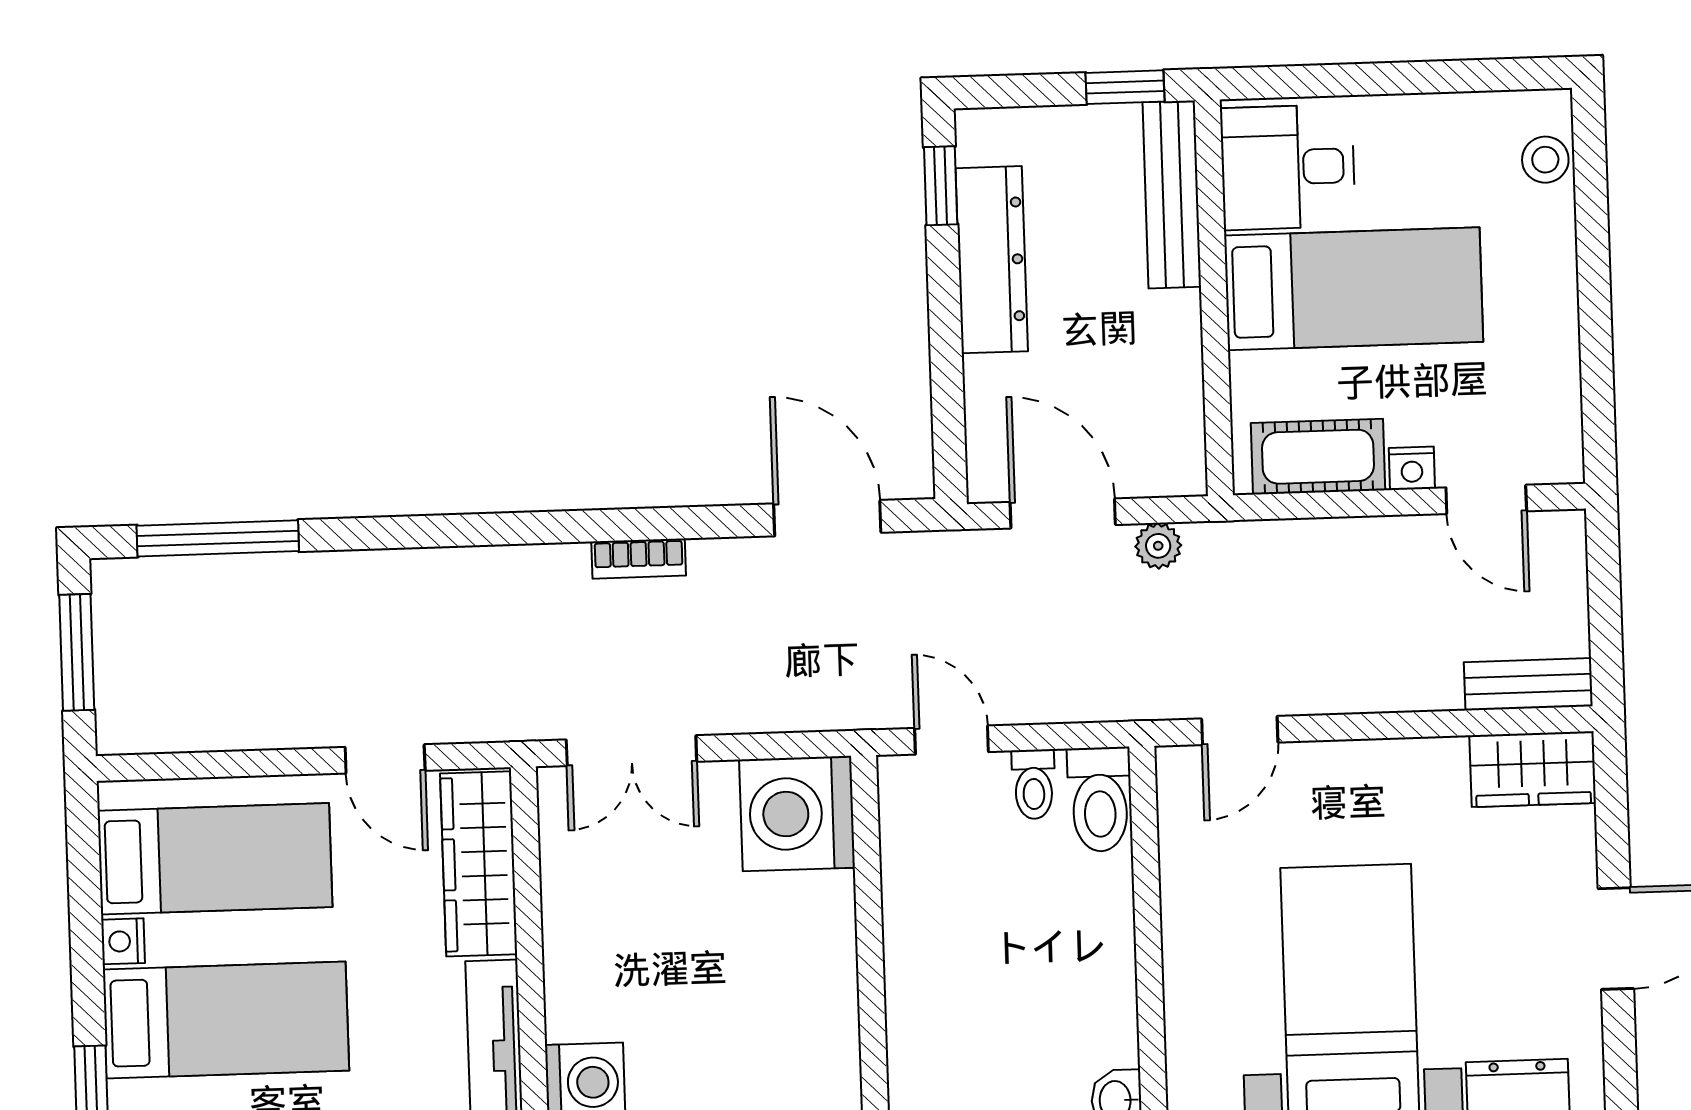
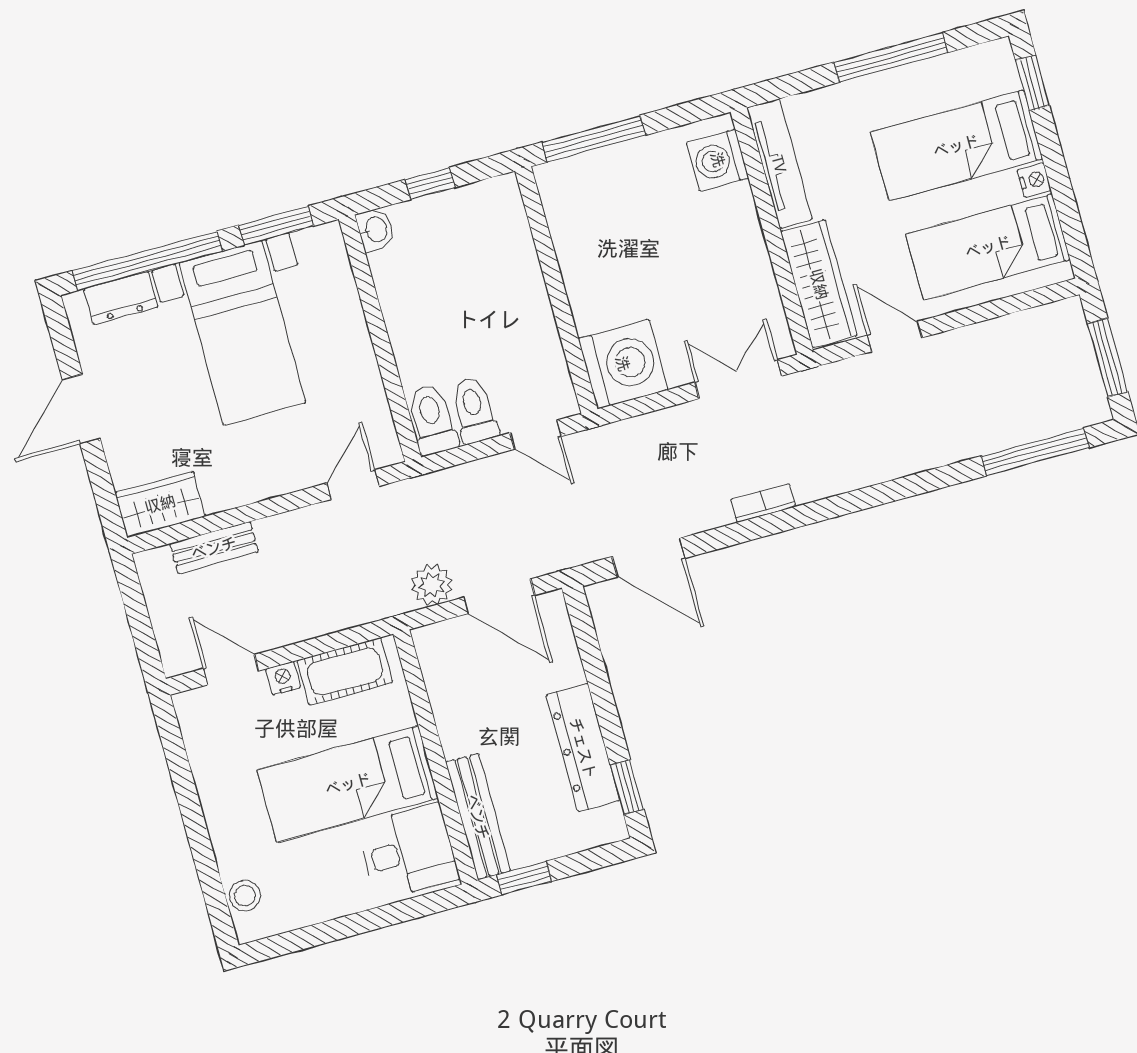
plant: (1158, 546) -> (432, 585), width x1.38, depth x1.38
bench: (1528, 684) -> (214, 548), moved
toilet: (1034, 784) -> (474, 410), width x1.37, depth x1.39

